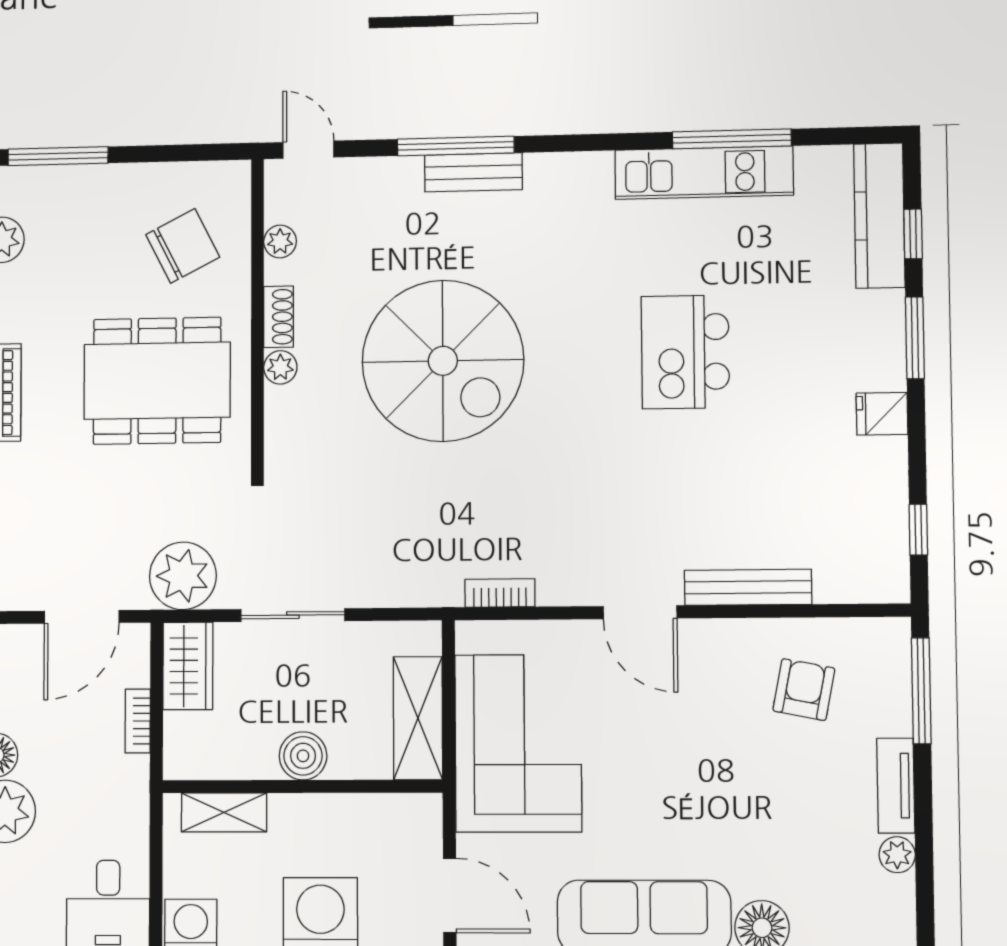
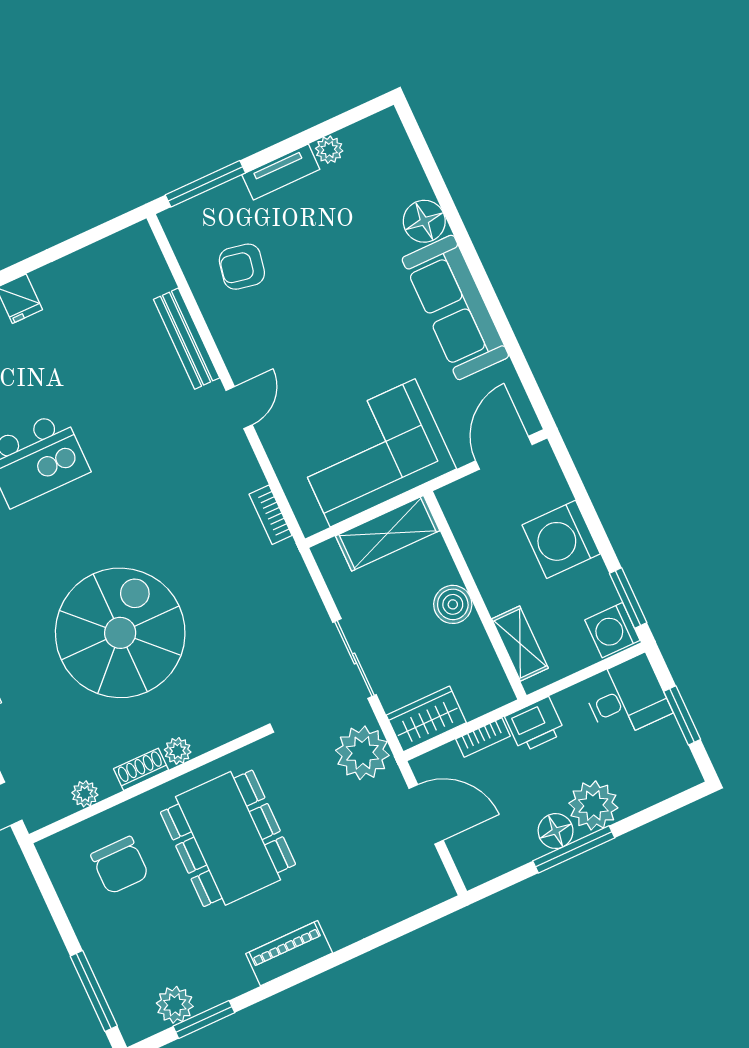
chair: (183, 246) -> (120, 865), turned -153
window: (918, 530) -> (91, 236), removed
door: (640, 612) -> (239, 408), width x0.73
printer: (125, 787) -> (535, 725), added

